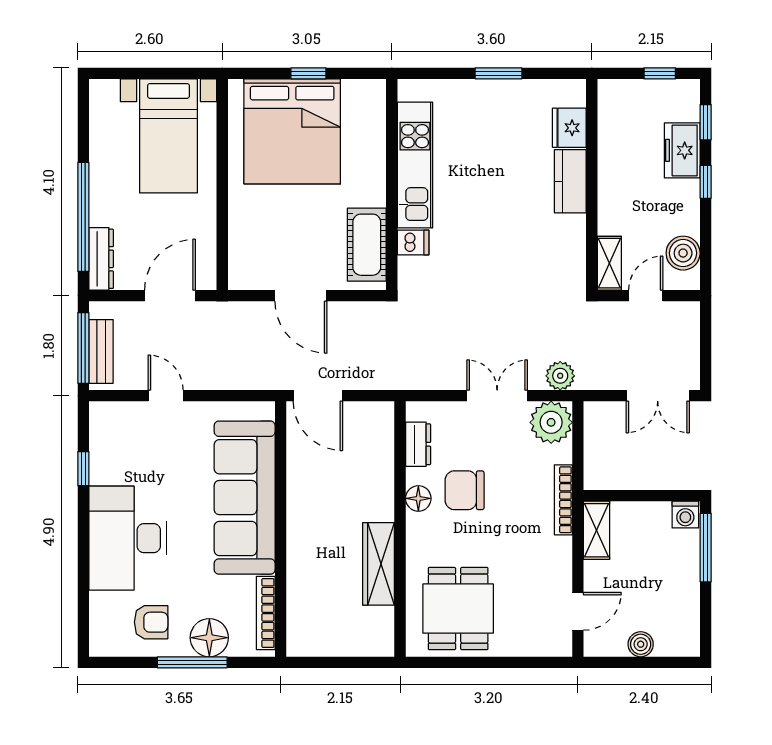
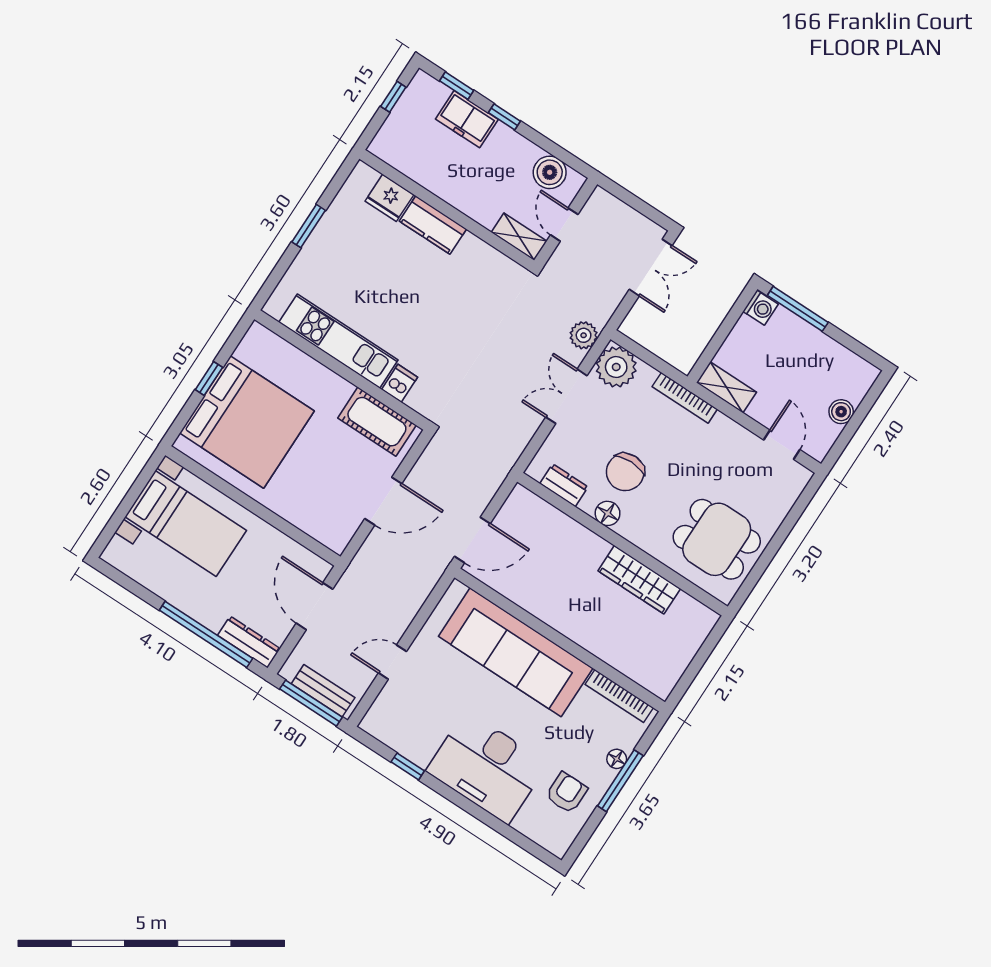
floor lamp: (209, 638) -> (617, 759), width x0.53, depth x0.53

